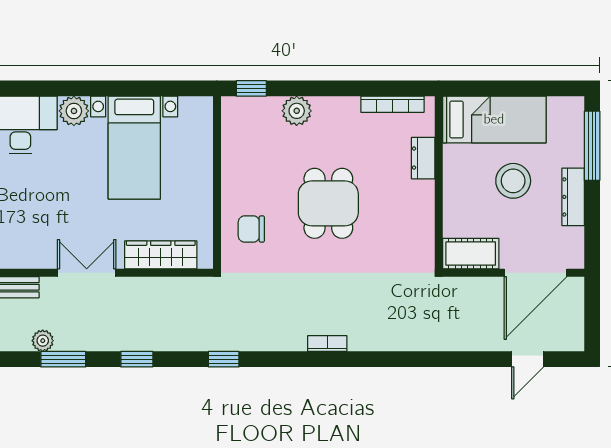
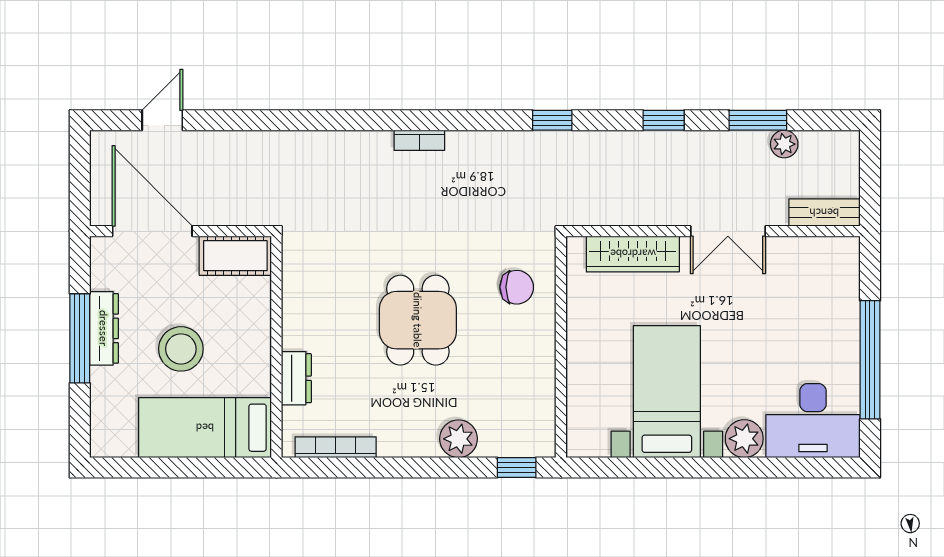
window: (592, 146) -> (80, 338), moved
door: (536, 273) -> (152, 231), hinge flipped

